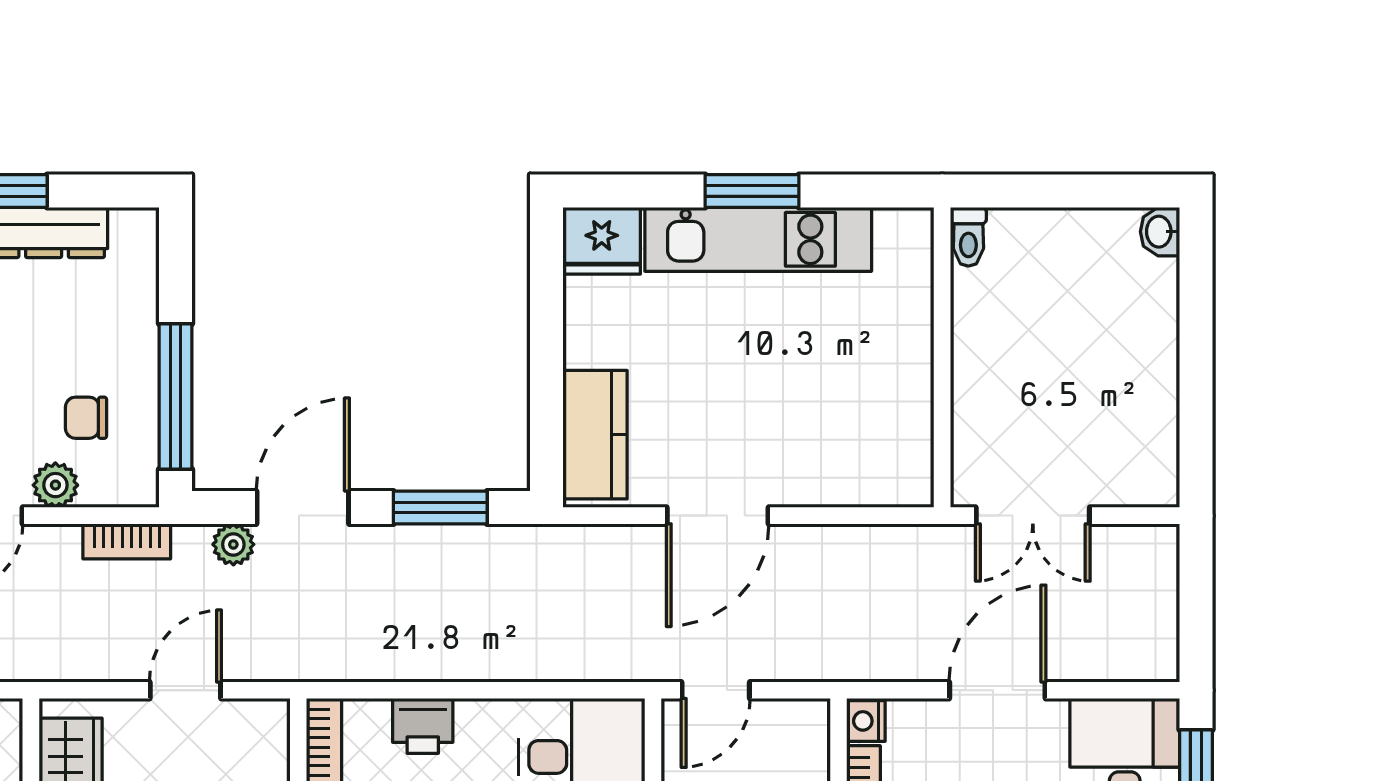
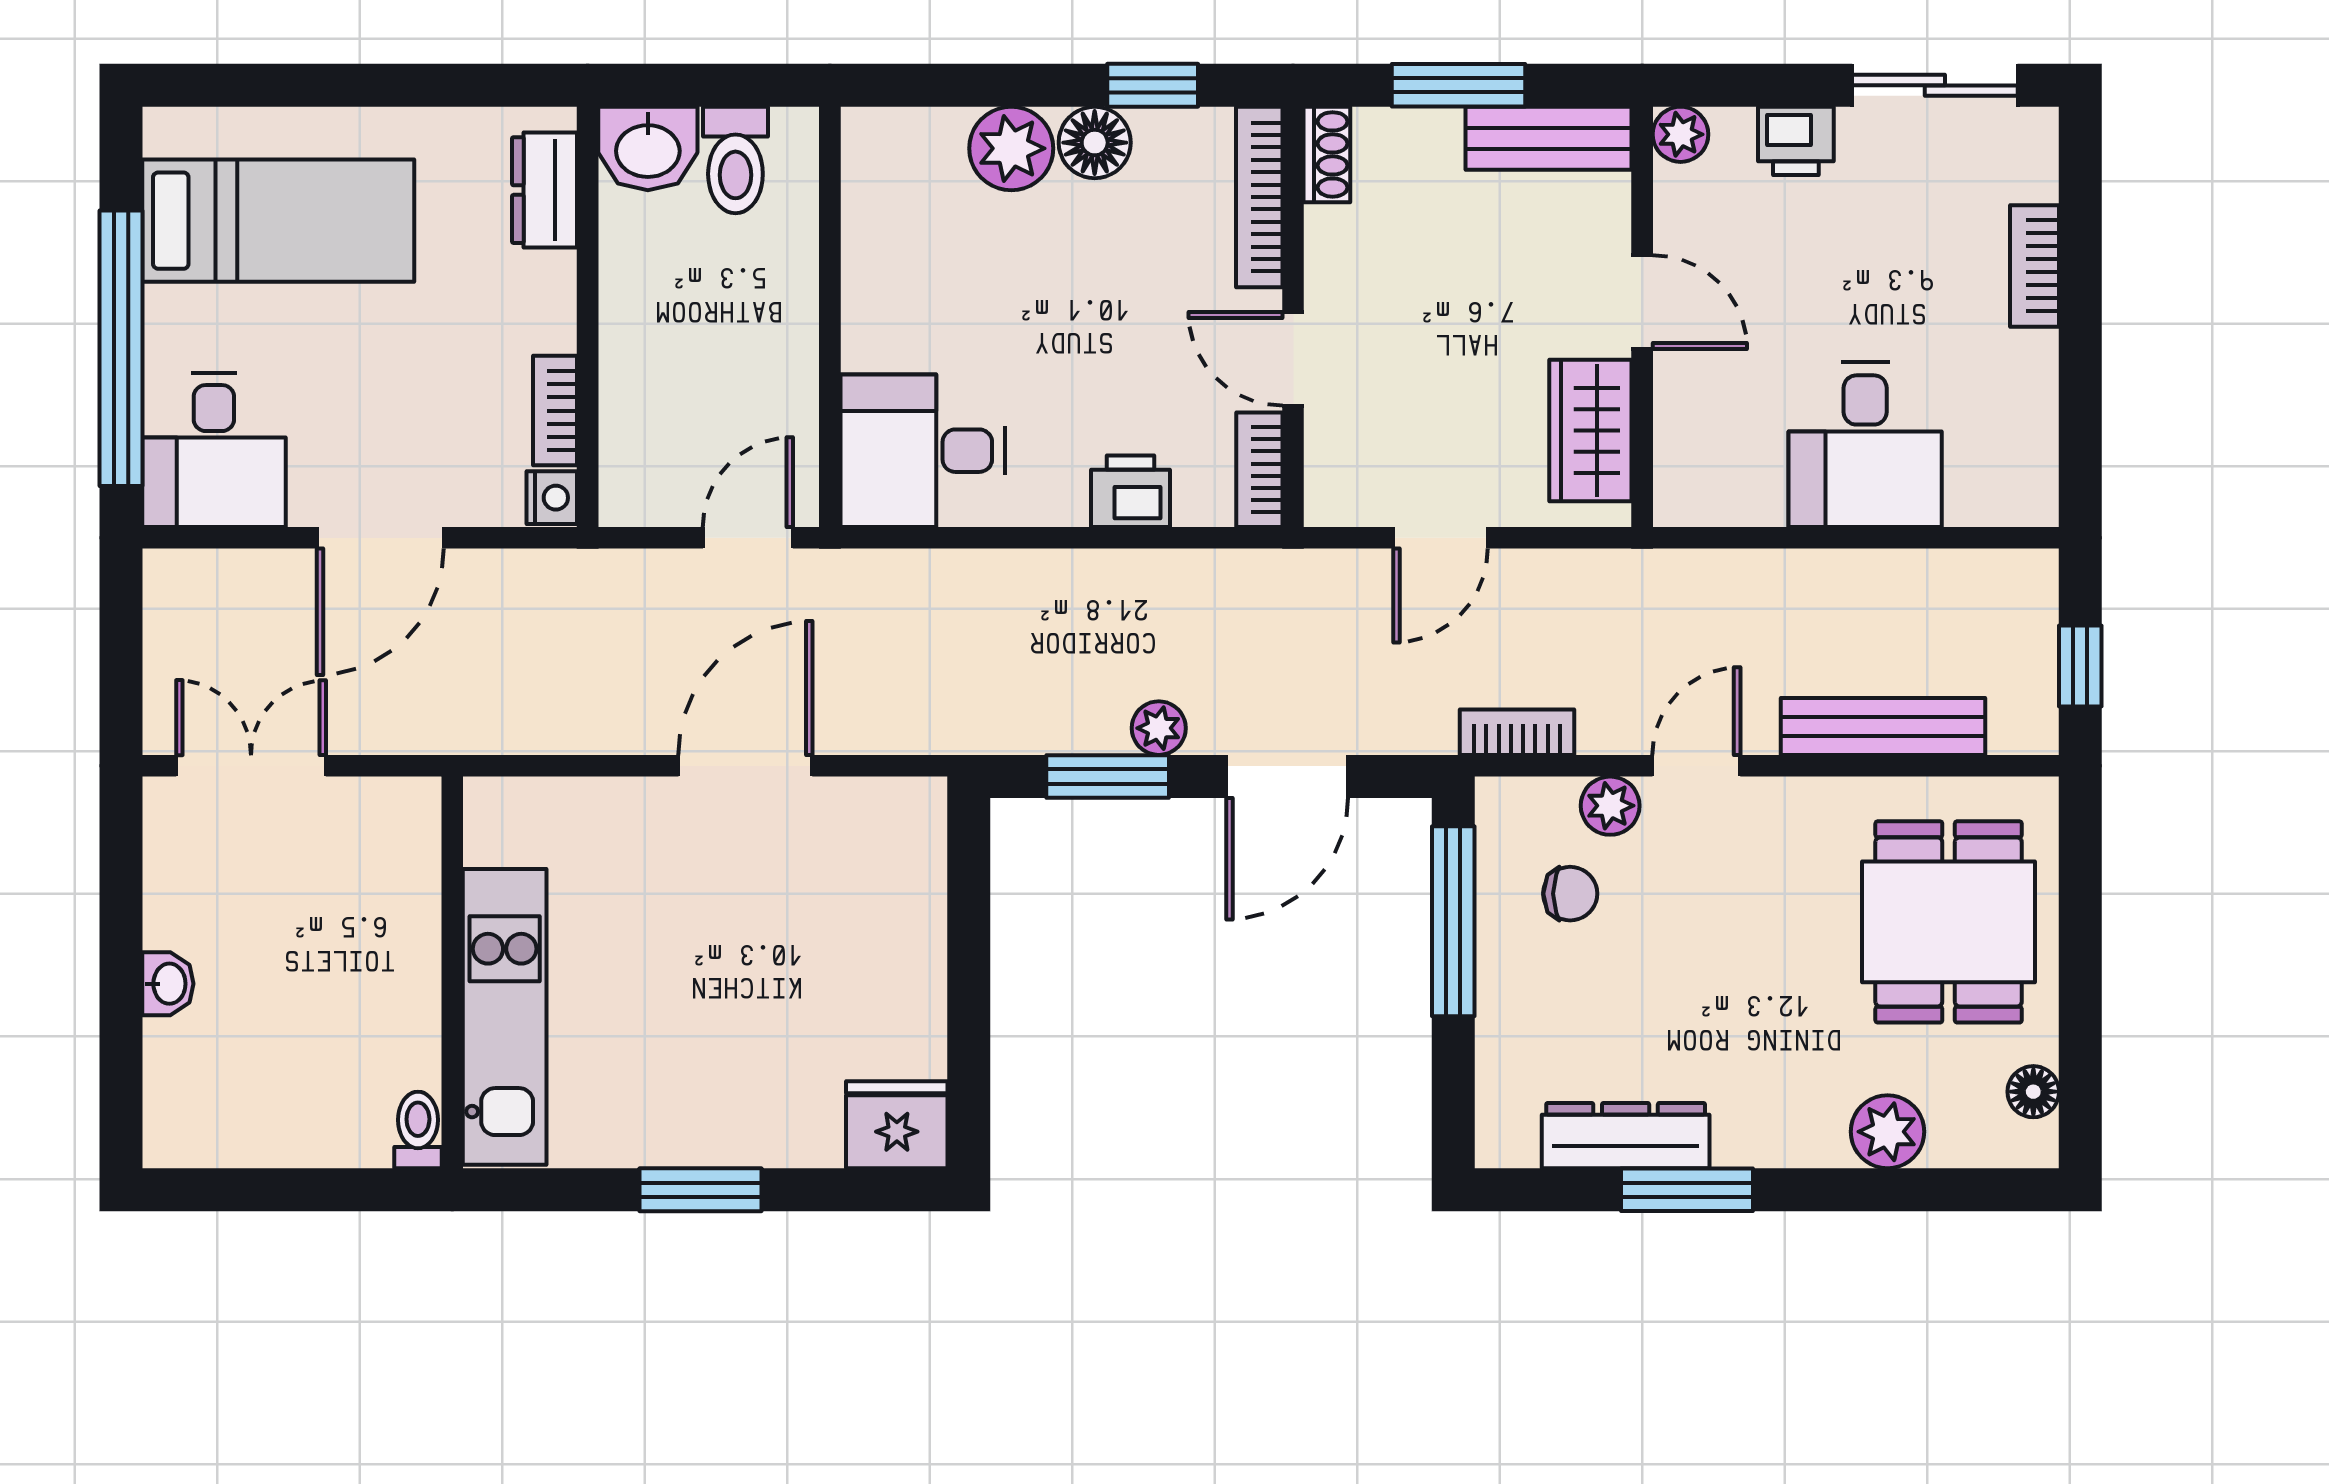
washbasin: (1160, 232) -> (168, 984), moved
kitchen unit: (758, 239) -> (505, 1017), moved, turned 90
kitchen counter: (595, 435) -> (905, 872), removed
double door: (1033, 516) -> (251, 766), moved
plant: (233, 544) -> (1159, 728), moved

